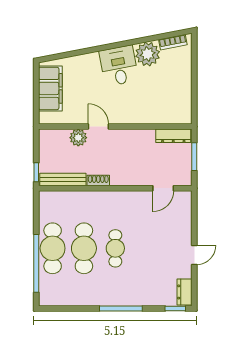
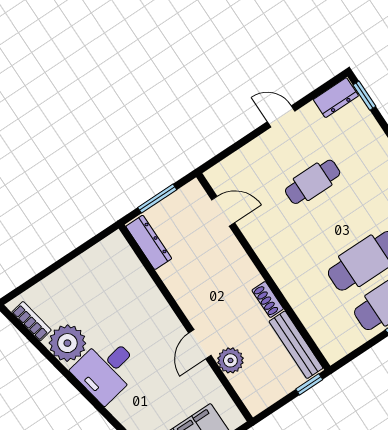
cafe table: (115, 248) -> (313, 182), moved

